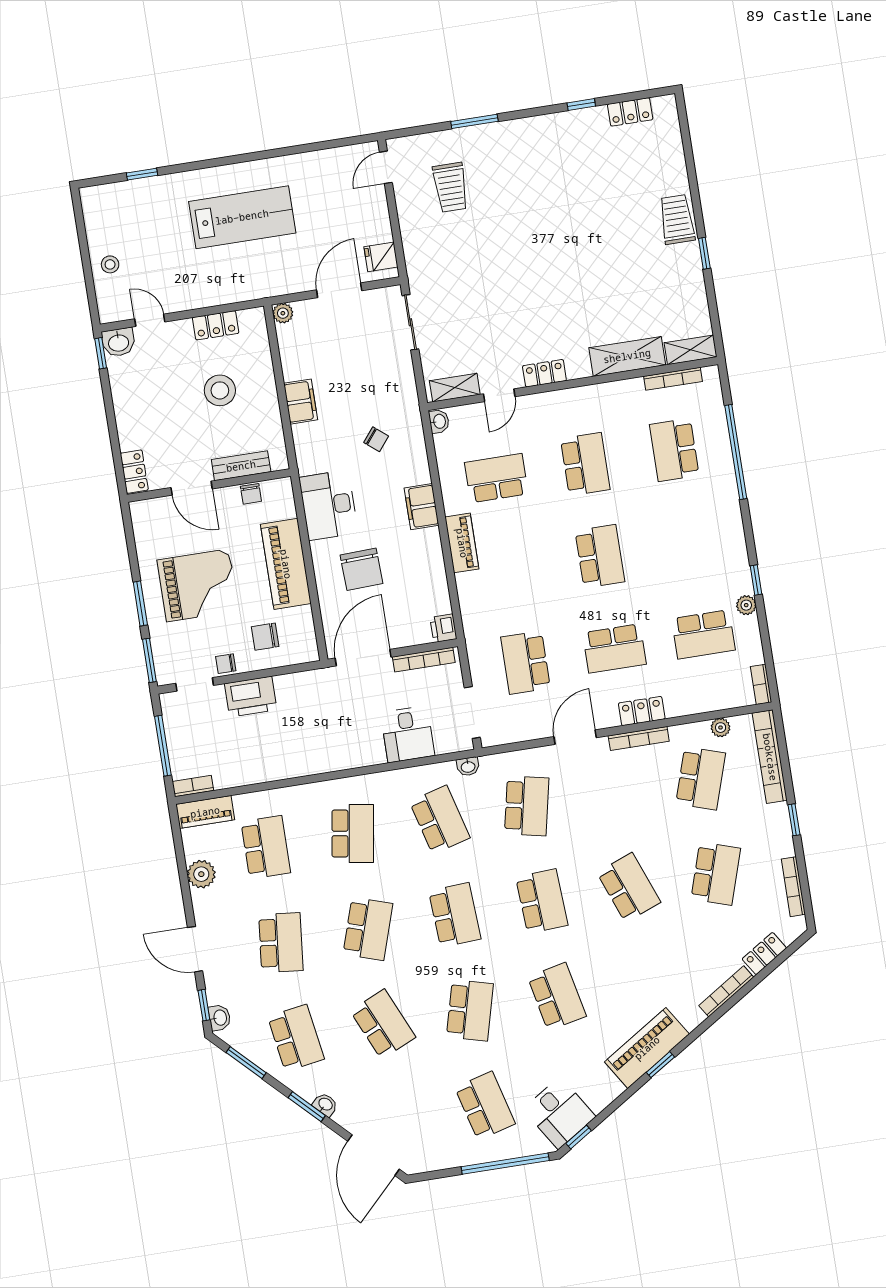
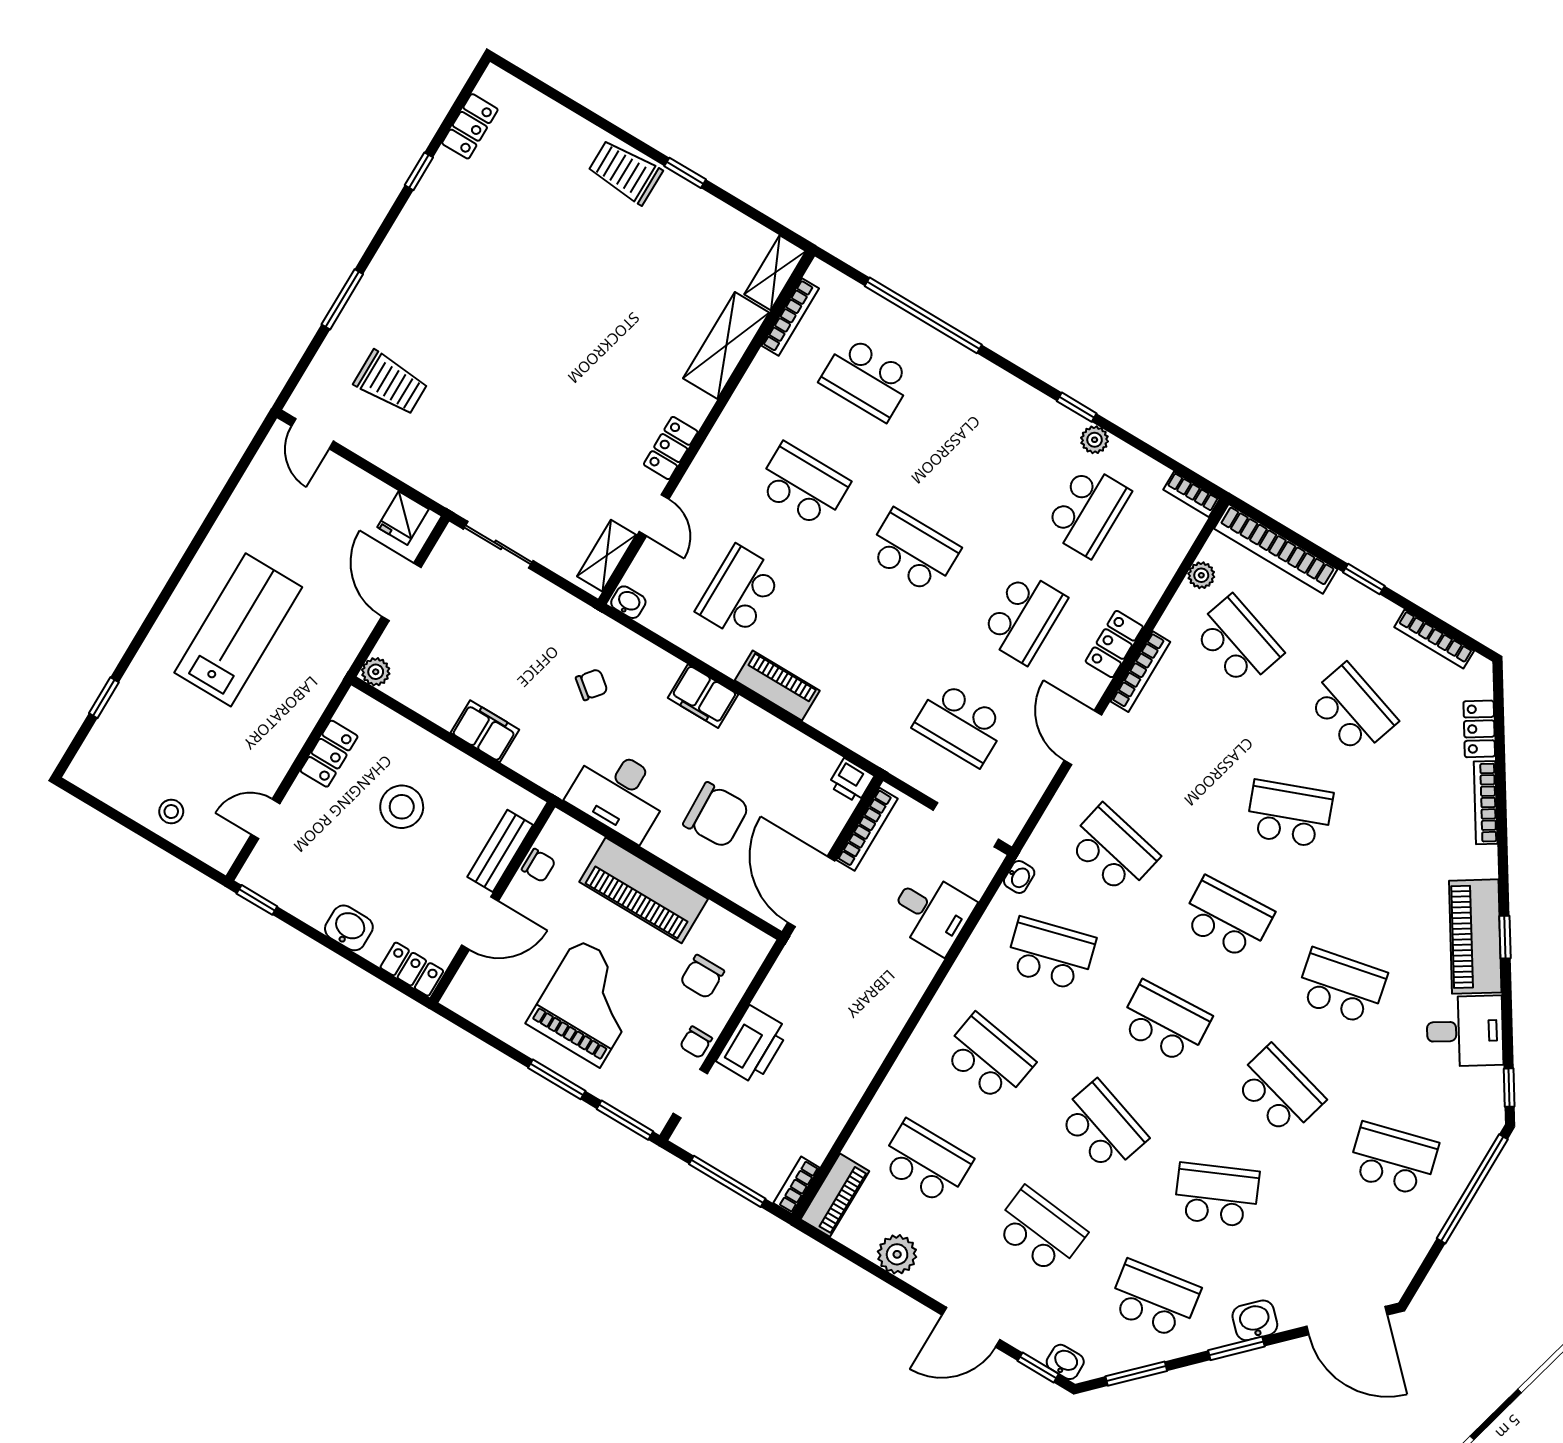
washbasin: (118, 342) -> (349, 928), moved, turned -90
washbasin: (325, 1105) -> (1255, 1320), width x1.38, depth x1.45
desk: (559, 1113) -> (1465, 1031), moved

